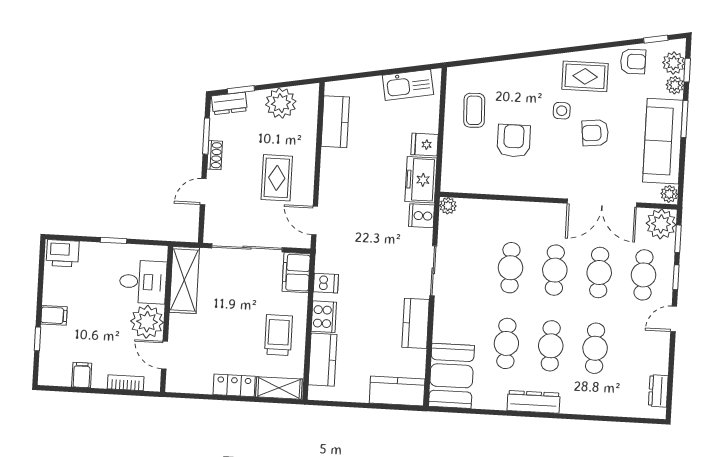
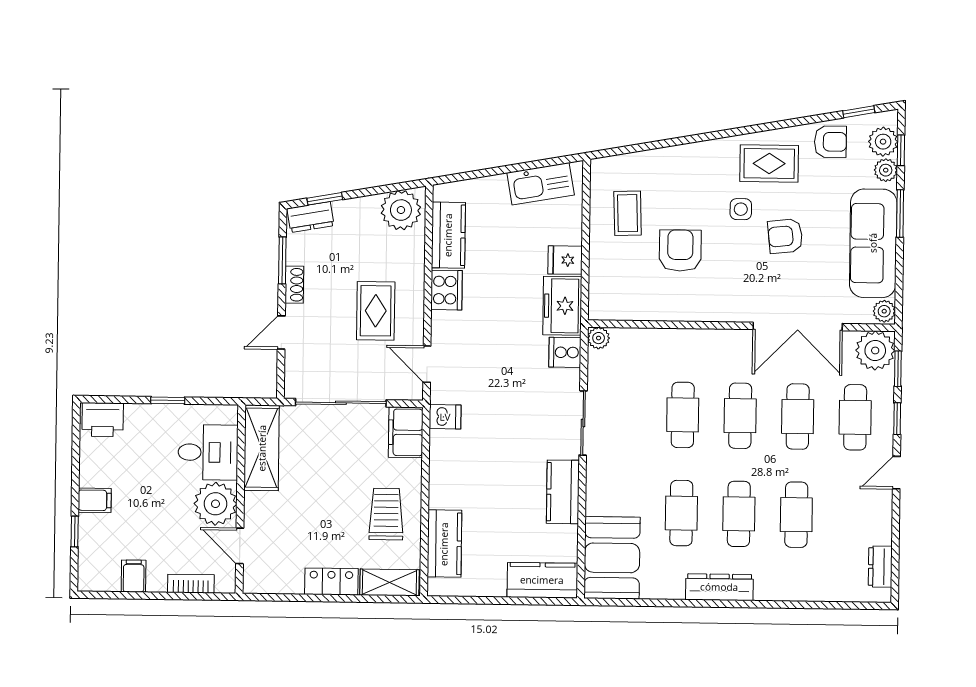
plant: (281, 103) -> (401, 210), moved
dishwasher: (326, 283) -> (445, 417), moved
cooker: (324, 317) -> (447, 290), moved

